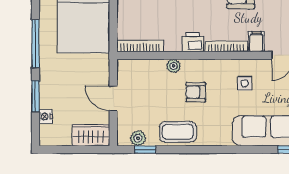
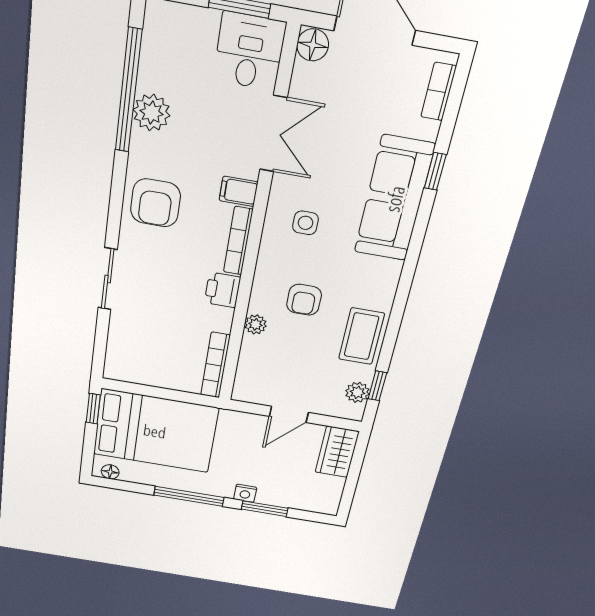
nightstand: (46, 117) -> (245, 493), moved

